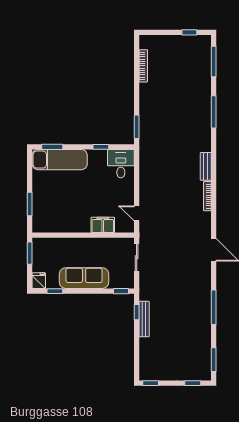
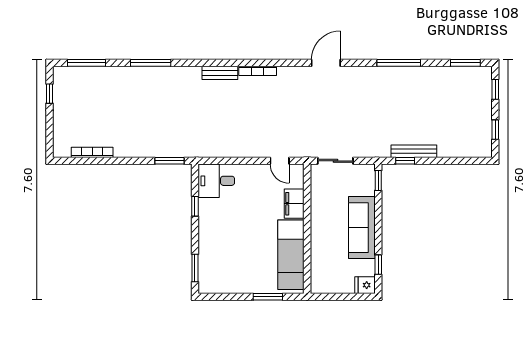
exam couch: (60, 160) -> (291, 255), moved, turned 180
door: (137, 213) -> (280, 161), hinge flipped
window: (30, 253) -> (330, 297), removed
window: (151, 383) -> (495, 130), moved

